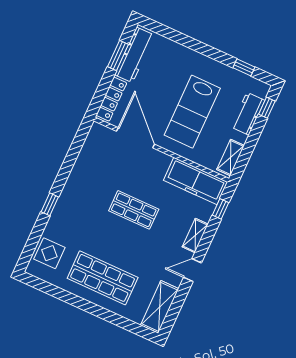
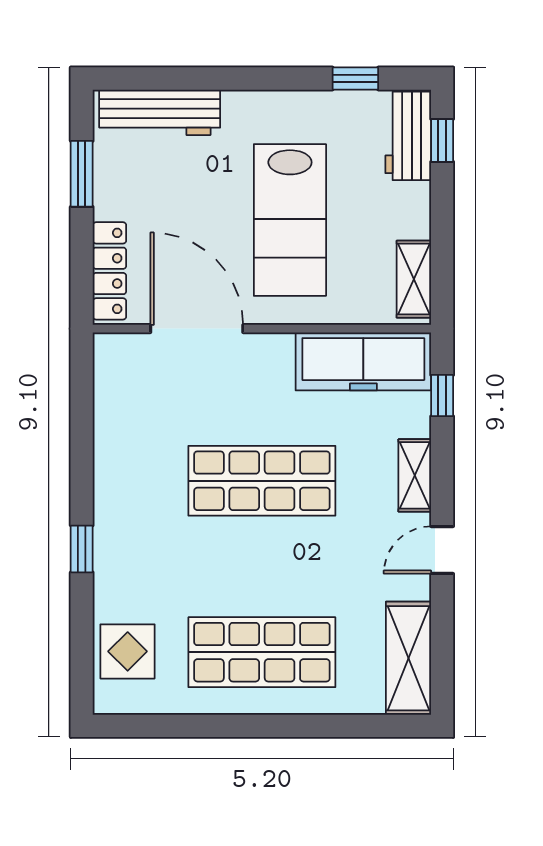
workbench: (134, 55) -> (160, 112), moved, turned 90
workbench: (248, 114) -> (408, 136), moved
shop shelf: (134, 210) -> (262, 481), width x1.43, depth x1.36

